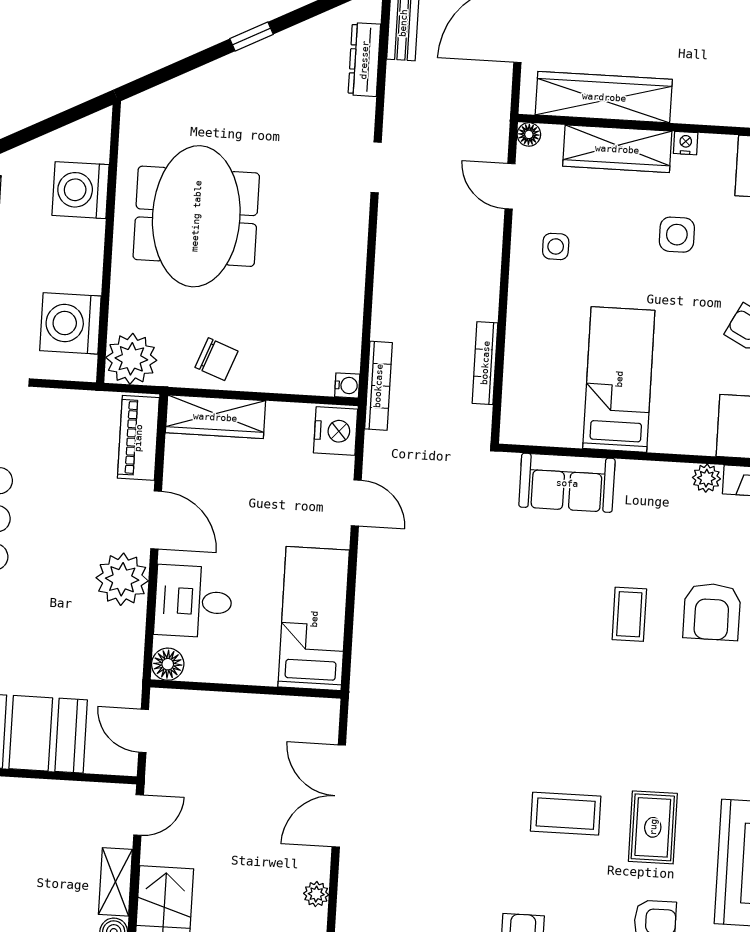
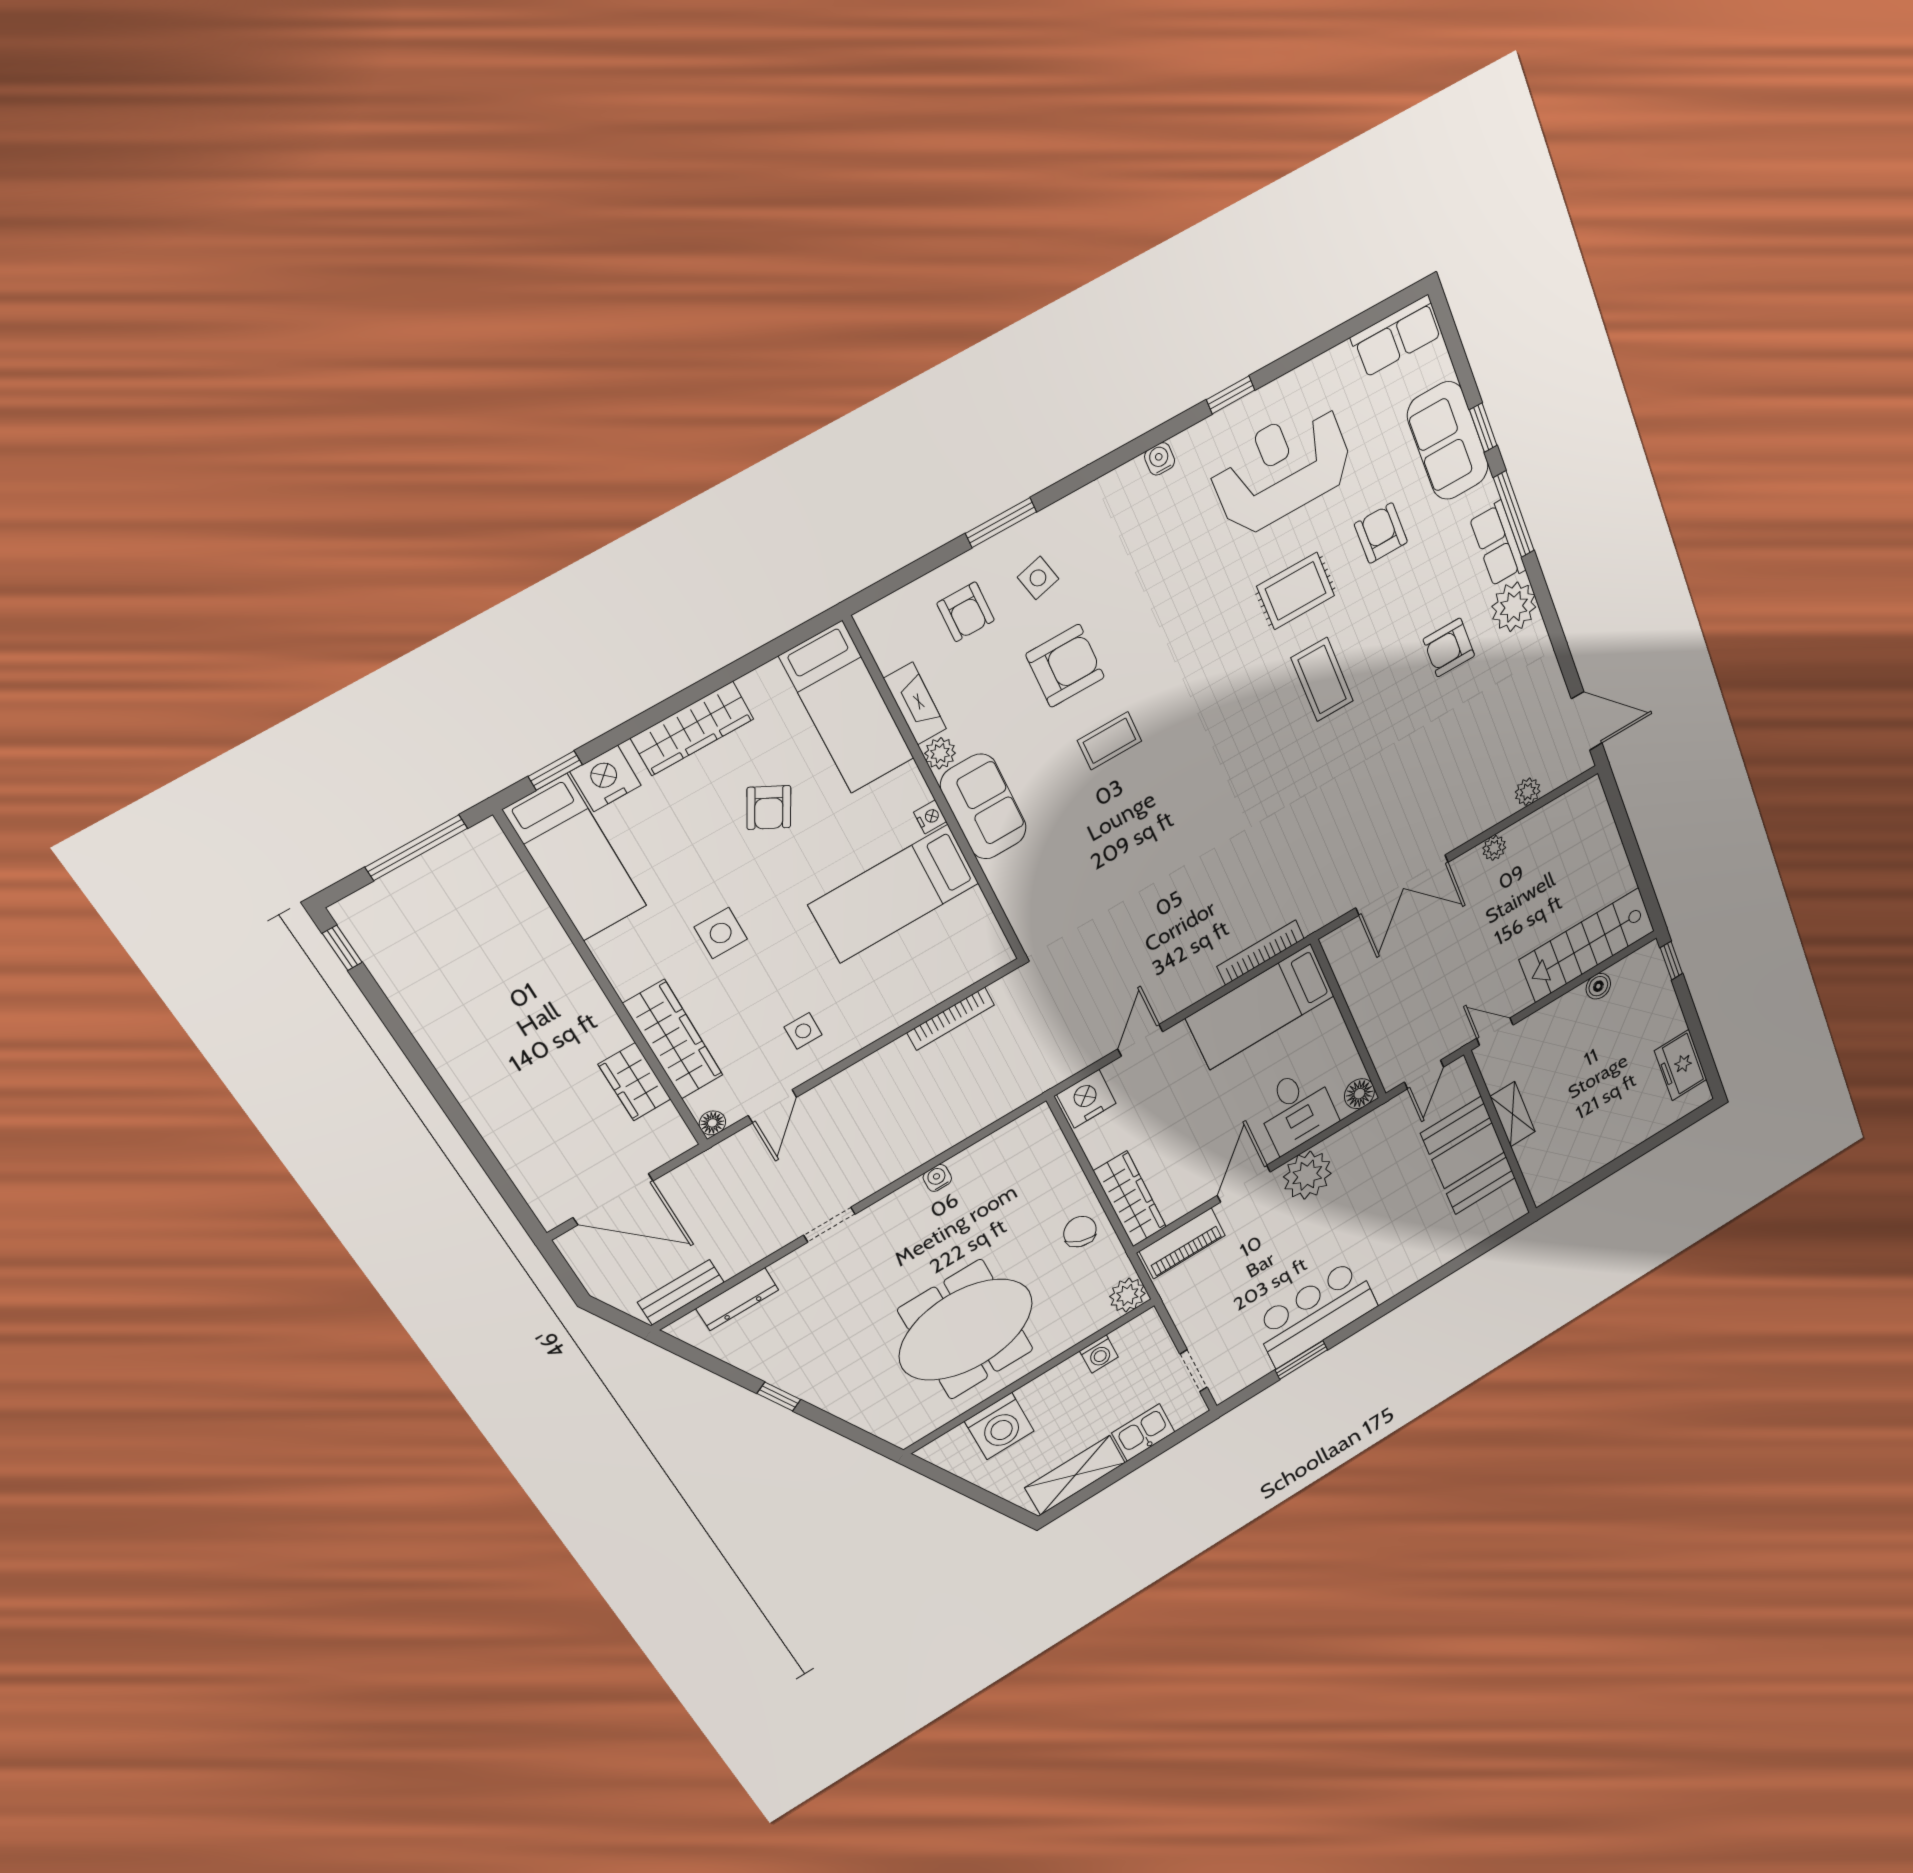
wardrobe: (604, 97) -> (635, 1082), width x0.48, depth x0.85
nightstand: (686, 143) -> (930, 817), moved, turned 180
washing machine: (70, 323) -> (1099, 1354), width x0.53, depth x0.53
plant: (131, 359) -> (1127, 1295), width x0.73, depth x0.73
water cooler: (347, 385) -> (937, 1178), moved
bookcase: (378, 386) -> (1261, 953), moved
sofa: (567, 483) -> (983, 807), moved
shelving: (115, 882) -> (1513, 1114), moved, turned 90

